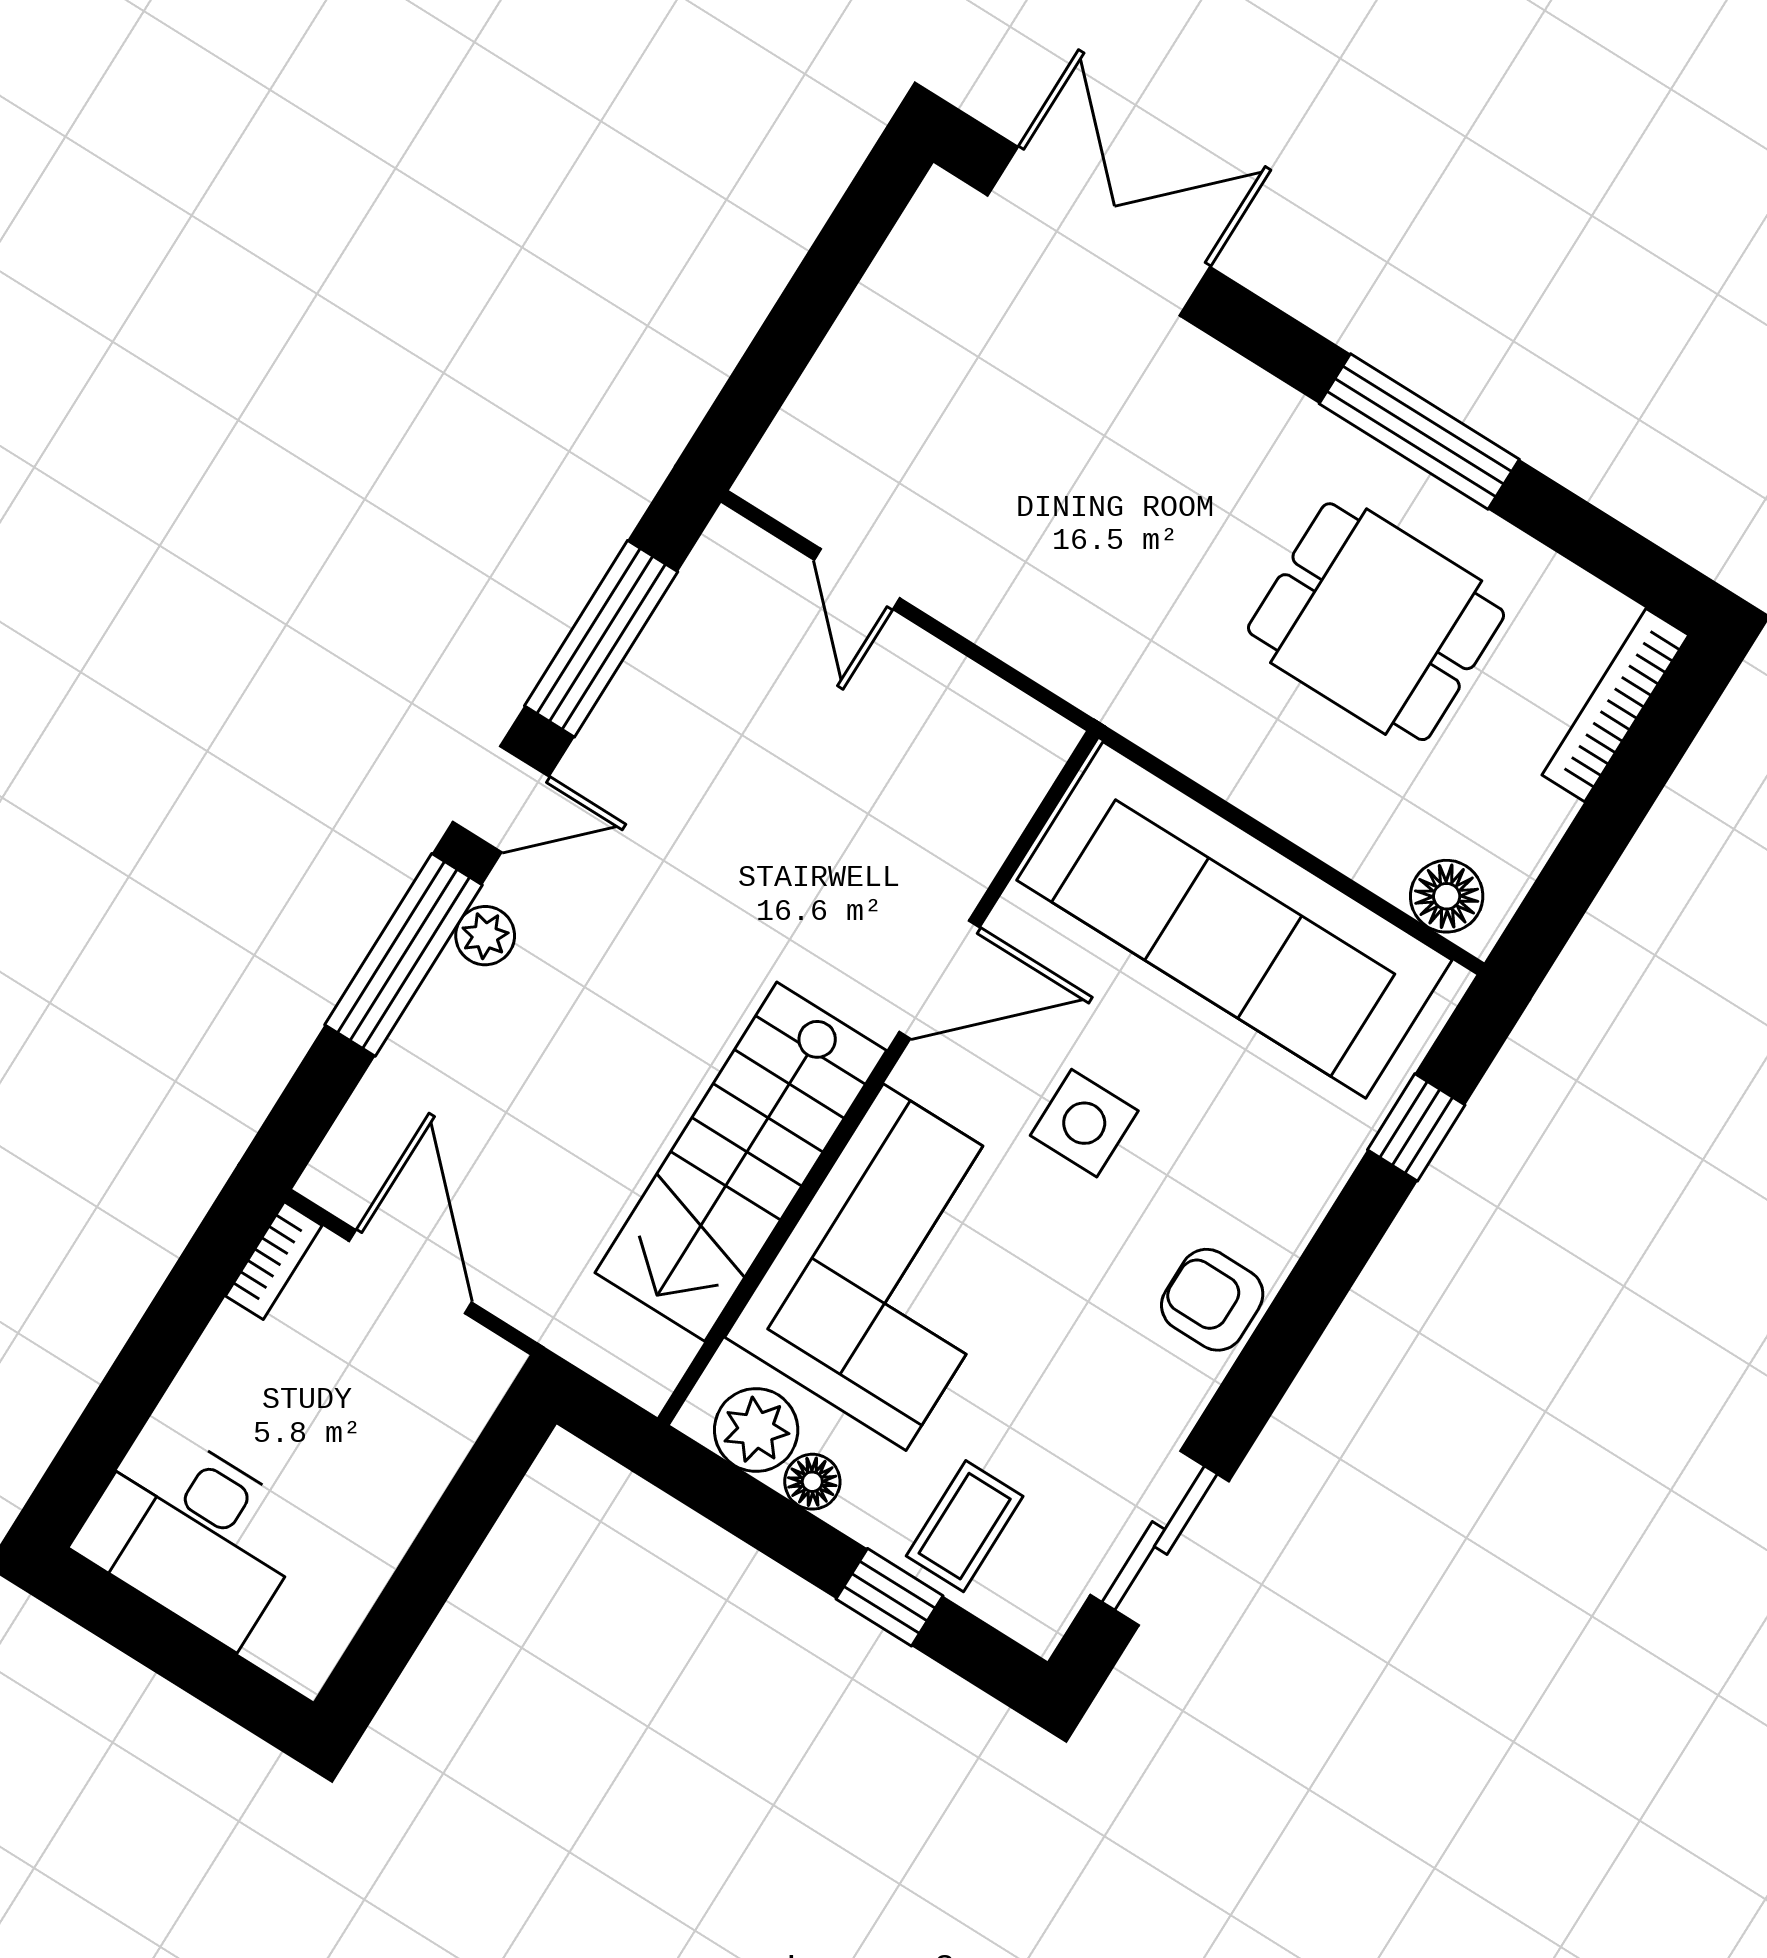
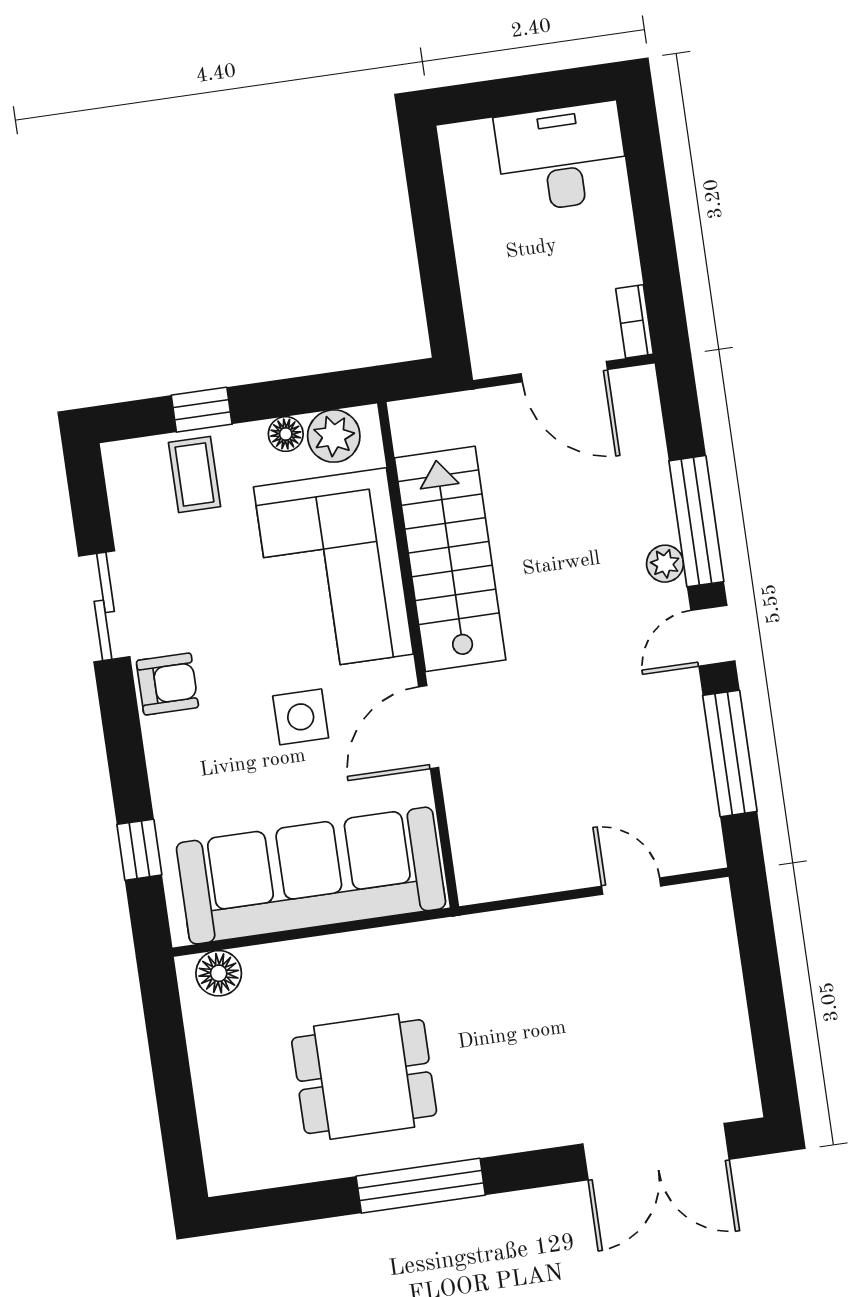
bookcase: (1615, 705) -> (215, 1134), removed
sliding door: (1160, 1538) -> (104, 606), moved

